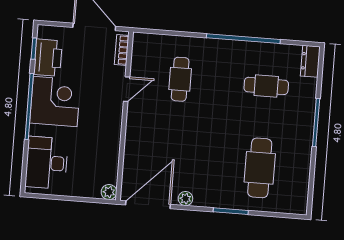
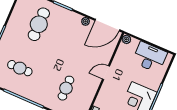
door: (127, 89) -> (106, 73), moved
desk: (47, 163) -> (150, 57), moved, turned -90

